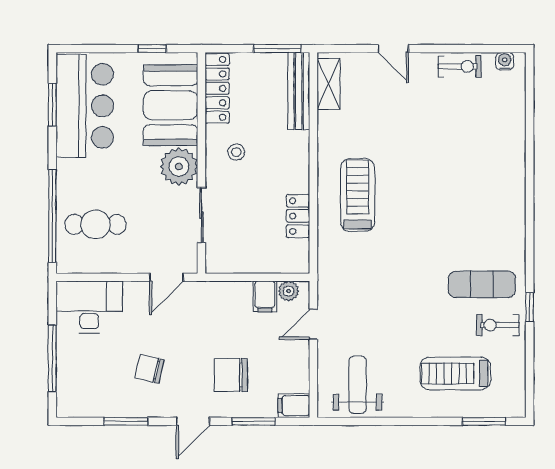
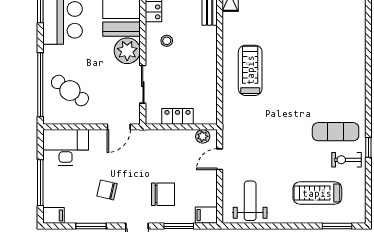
locker: (298, 216) -> (177, 116), moved, turned 90
cafe table: (96, 224) -> (70, 91), turned 36
filing cabinet: (265, 296) -> (53, 215), moved, turned -90
chair: (231, 375) -> (163, 194), turned 180

